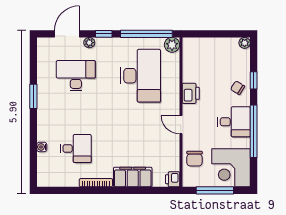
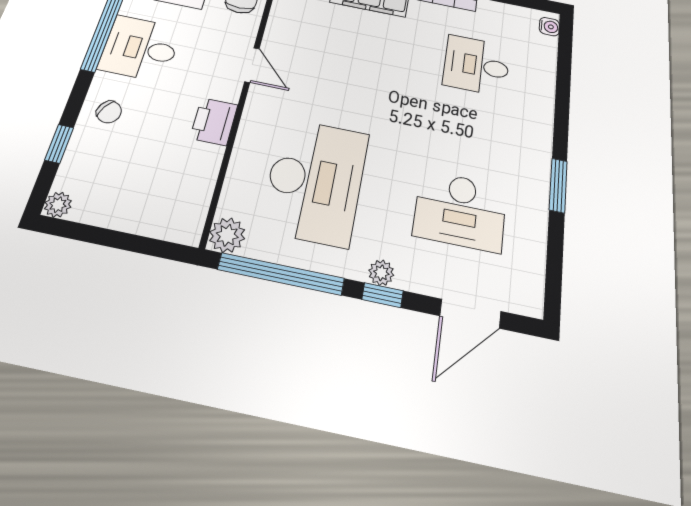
plant: (89, 43) -> (381, 273), moved
desk: (141, 76) -> (315, 181), turned 180
window: (254, 80) -> (59, 144), moved
water cooler: (42, 147) -> (549, 27), moved

